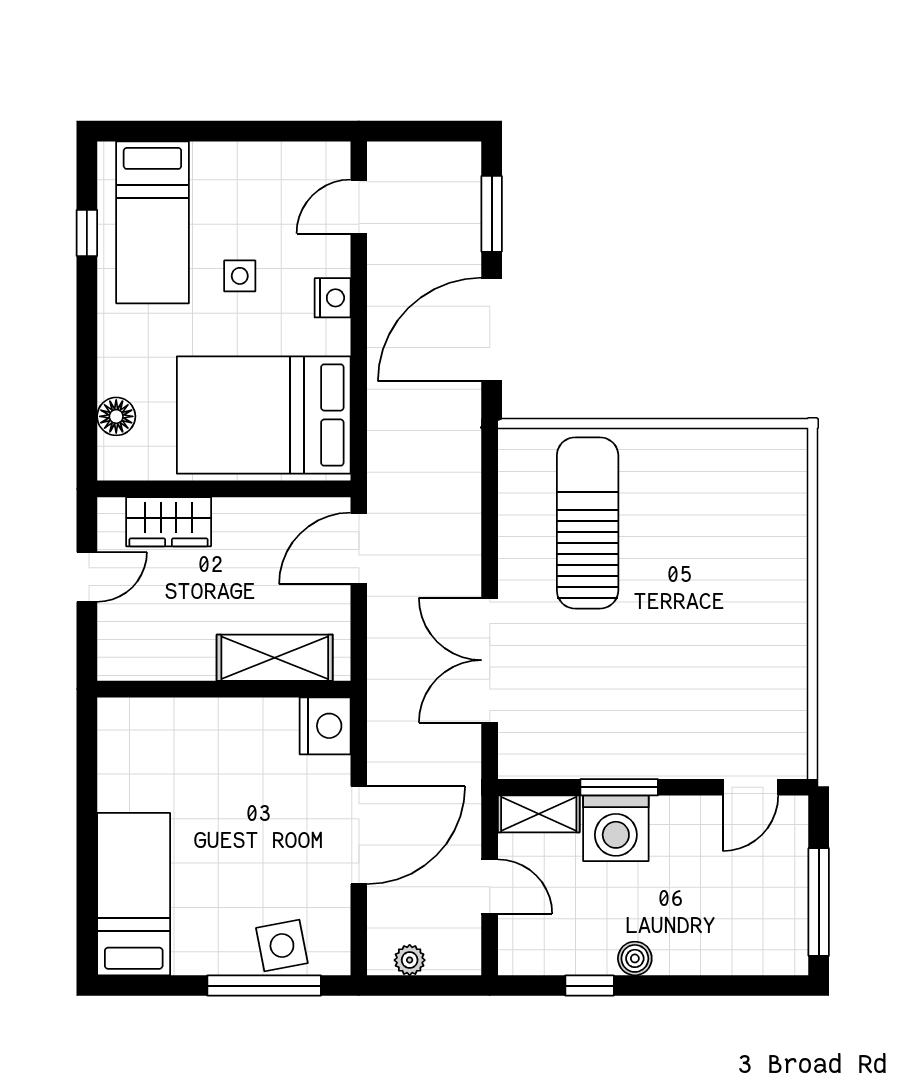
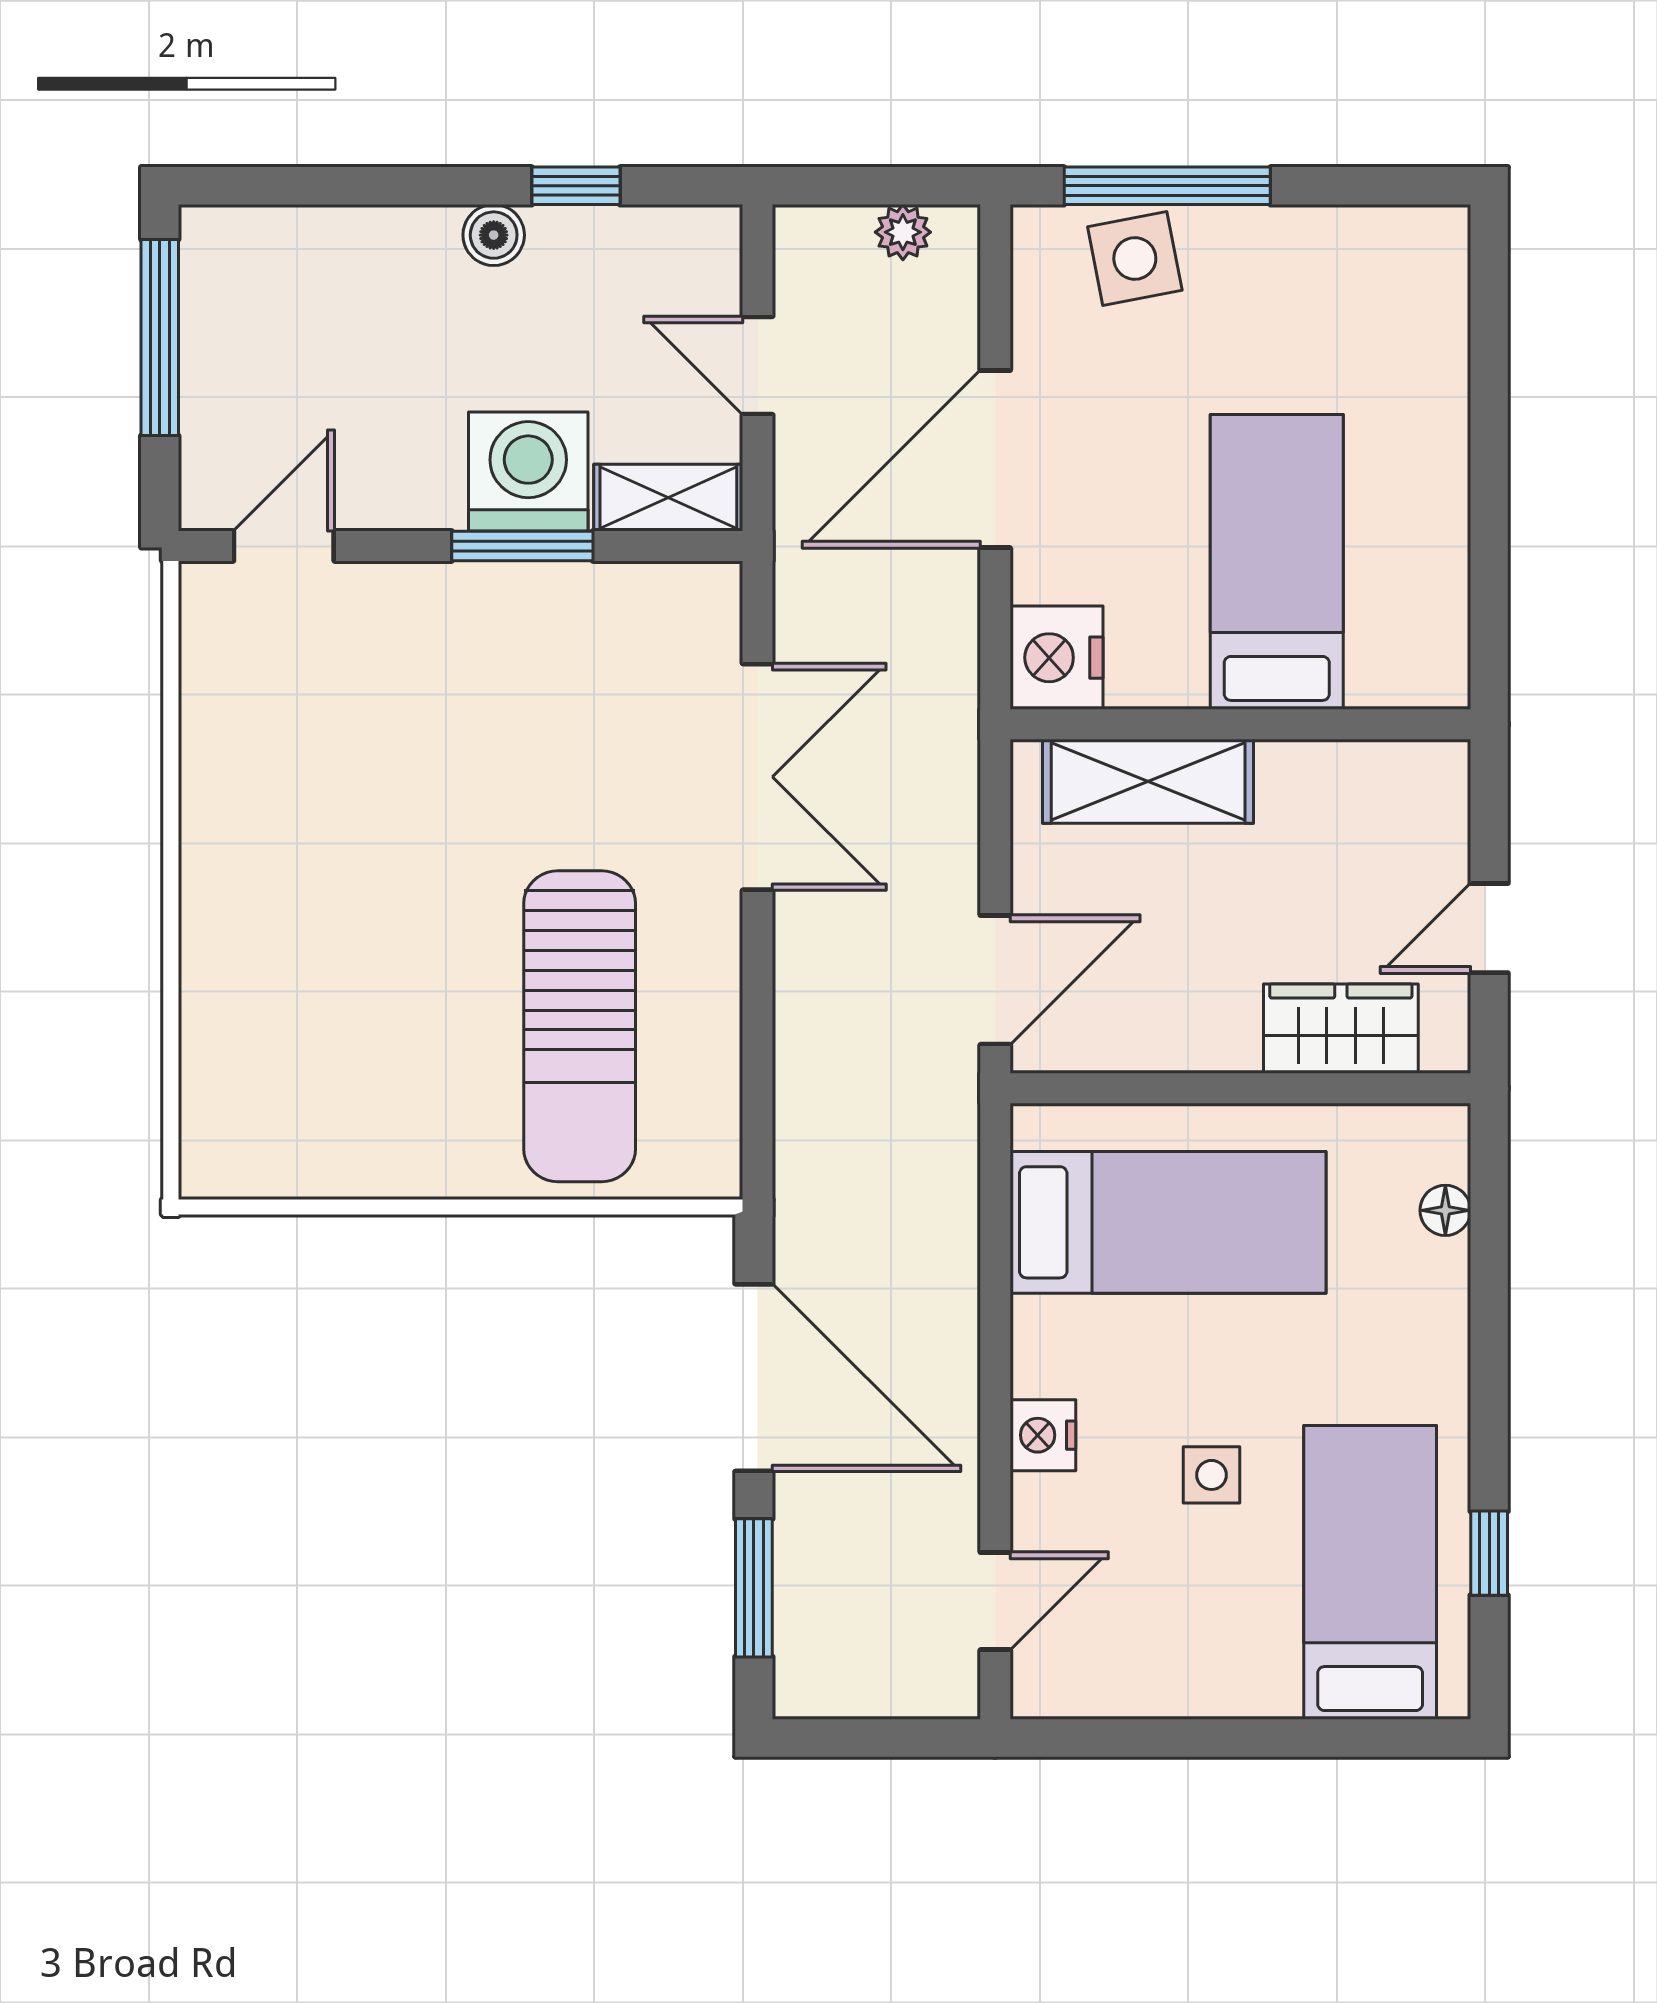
door: (492, 330) -> (754, 1378), hinge flipped
bed: (264, 415) -> (1168, 1222), width x0.67
floor lamp: (116, 416) -> (1445, 1210), width x0.73, depth x0.73
bed: (134, 894) -> (1277, 562), moved, turned 180

